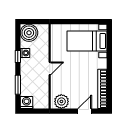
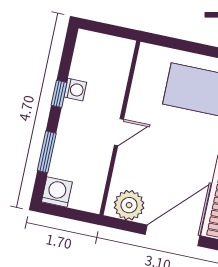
boiler: (29, 33) -> (92, 50), removed
door: (85, 111) -> (173, 235), width x1.87

